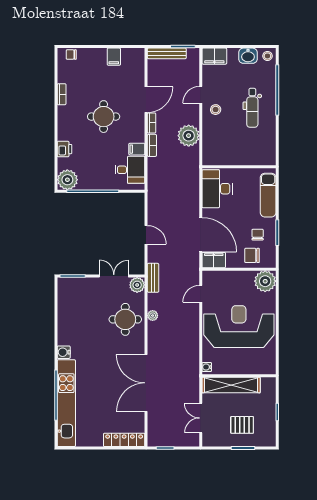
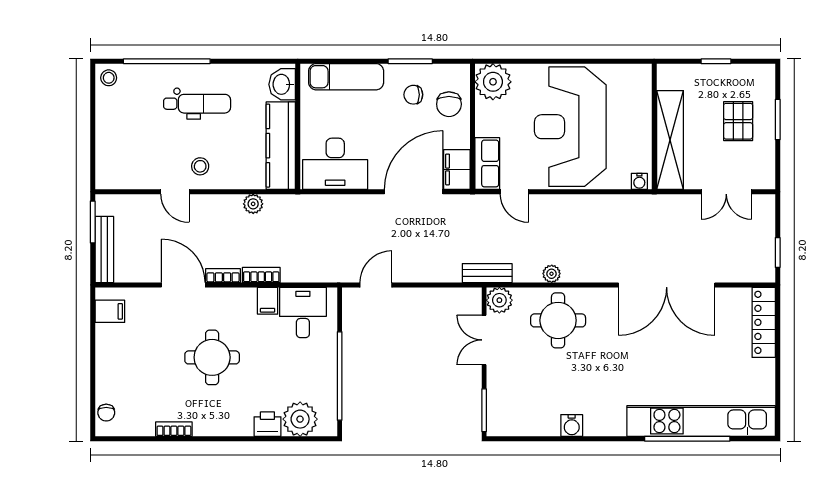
filing cabinet: (214, 56) -> (109, 168), removed
washbasin: (248, 56) -> (282, 84), moved, turned 180
filing cabinet: (114, 57) -> (110, 311), moved
plant: (189, 136) -> (253, 204), width x0.53, depth x0.53
kitchen counter: (228, 157) -> (281, 146), added
plant: (67, 180) -> (300, 419), moved
door: (146, 235) -> (376, 285), moved
row of seats: (217, 278) -> (487, 163), added
water cooler: (64, 352) -> (572, 425), moved

